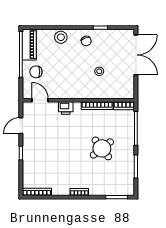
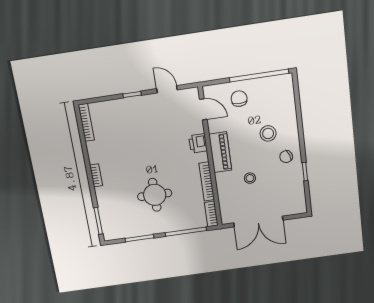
stool: (61, 37) -> (268, 133), moved
piano: (29, 45) -> (220, 152), moved, turned -90
double door: (136, 55) -> (258, 222), moved
door: (40, 100) -> (203, 109), hinge flipped
round table: (102, 148) -> (155, 195), turned 38

